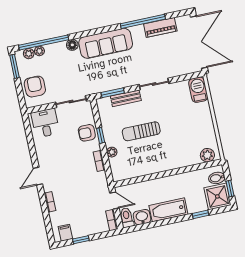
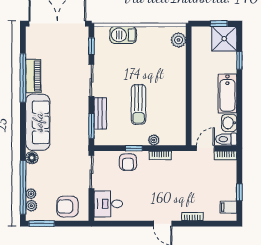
piano: (160, 27) -> (33, 76), moved
window: (185, 77) -> (91, 46), added
barbecue: (198, 90) -> (123, 35), moved
bidet: (217, 178) -> (205, 35), removed

